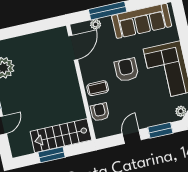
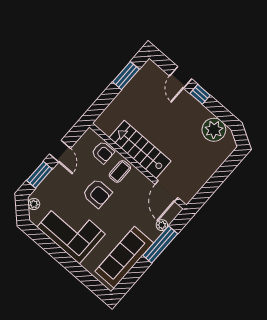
armchair: (126, 70) -> (97, 193), moved
stairs: (61, 136) -> (140, 149), moved, turned -90
window: (52, 155) -> (126, 76), moved

